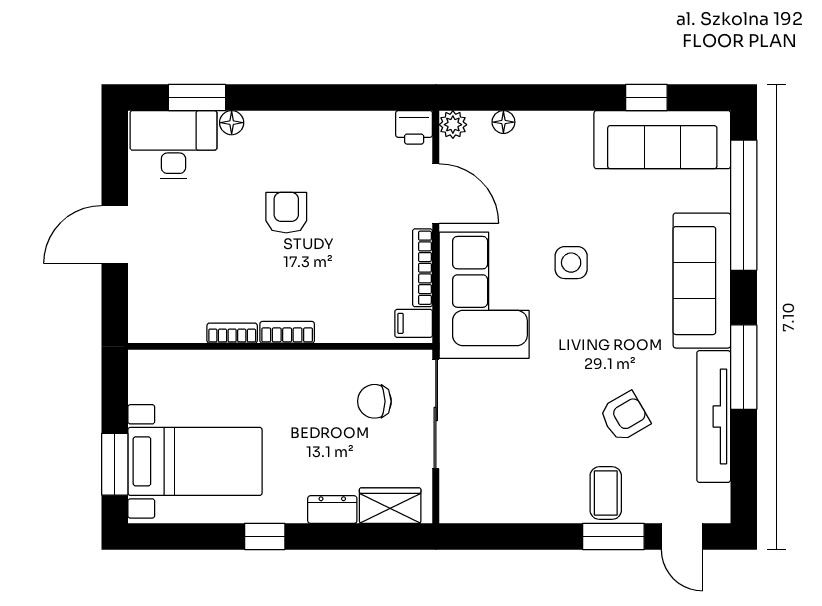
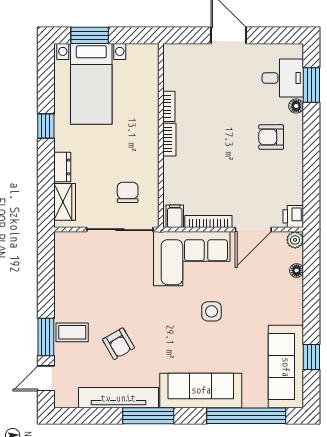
desk: (173, 145) -> (283, 78), width x0.73
armchair: (286, 213) -> (271, 137), moved, turned 180

